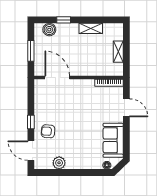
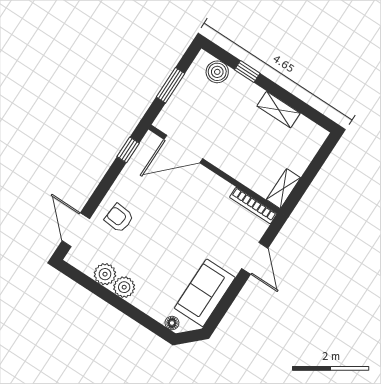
shelving: (118, 52) -> (283, 189), moved
door: (57, 78) -> (183, 149), swing flipped
window: (31, 122) -> (128, 150), moved
plant: (72, 163) -> (124, 287), added

